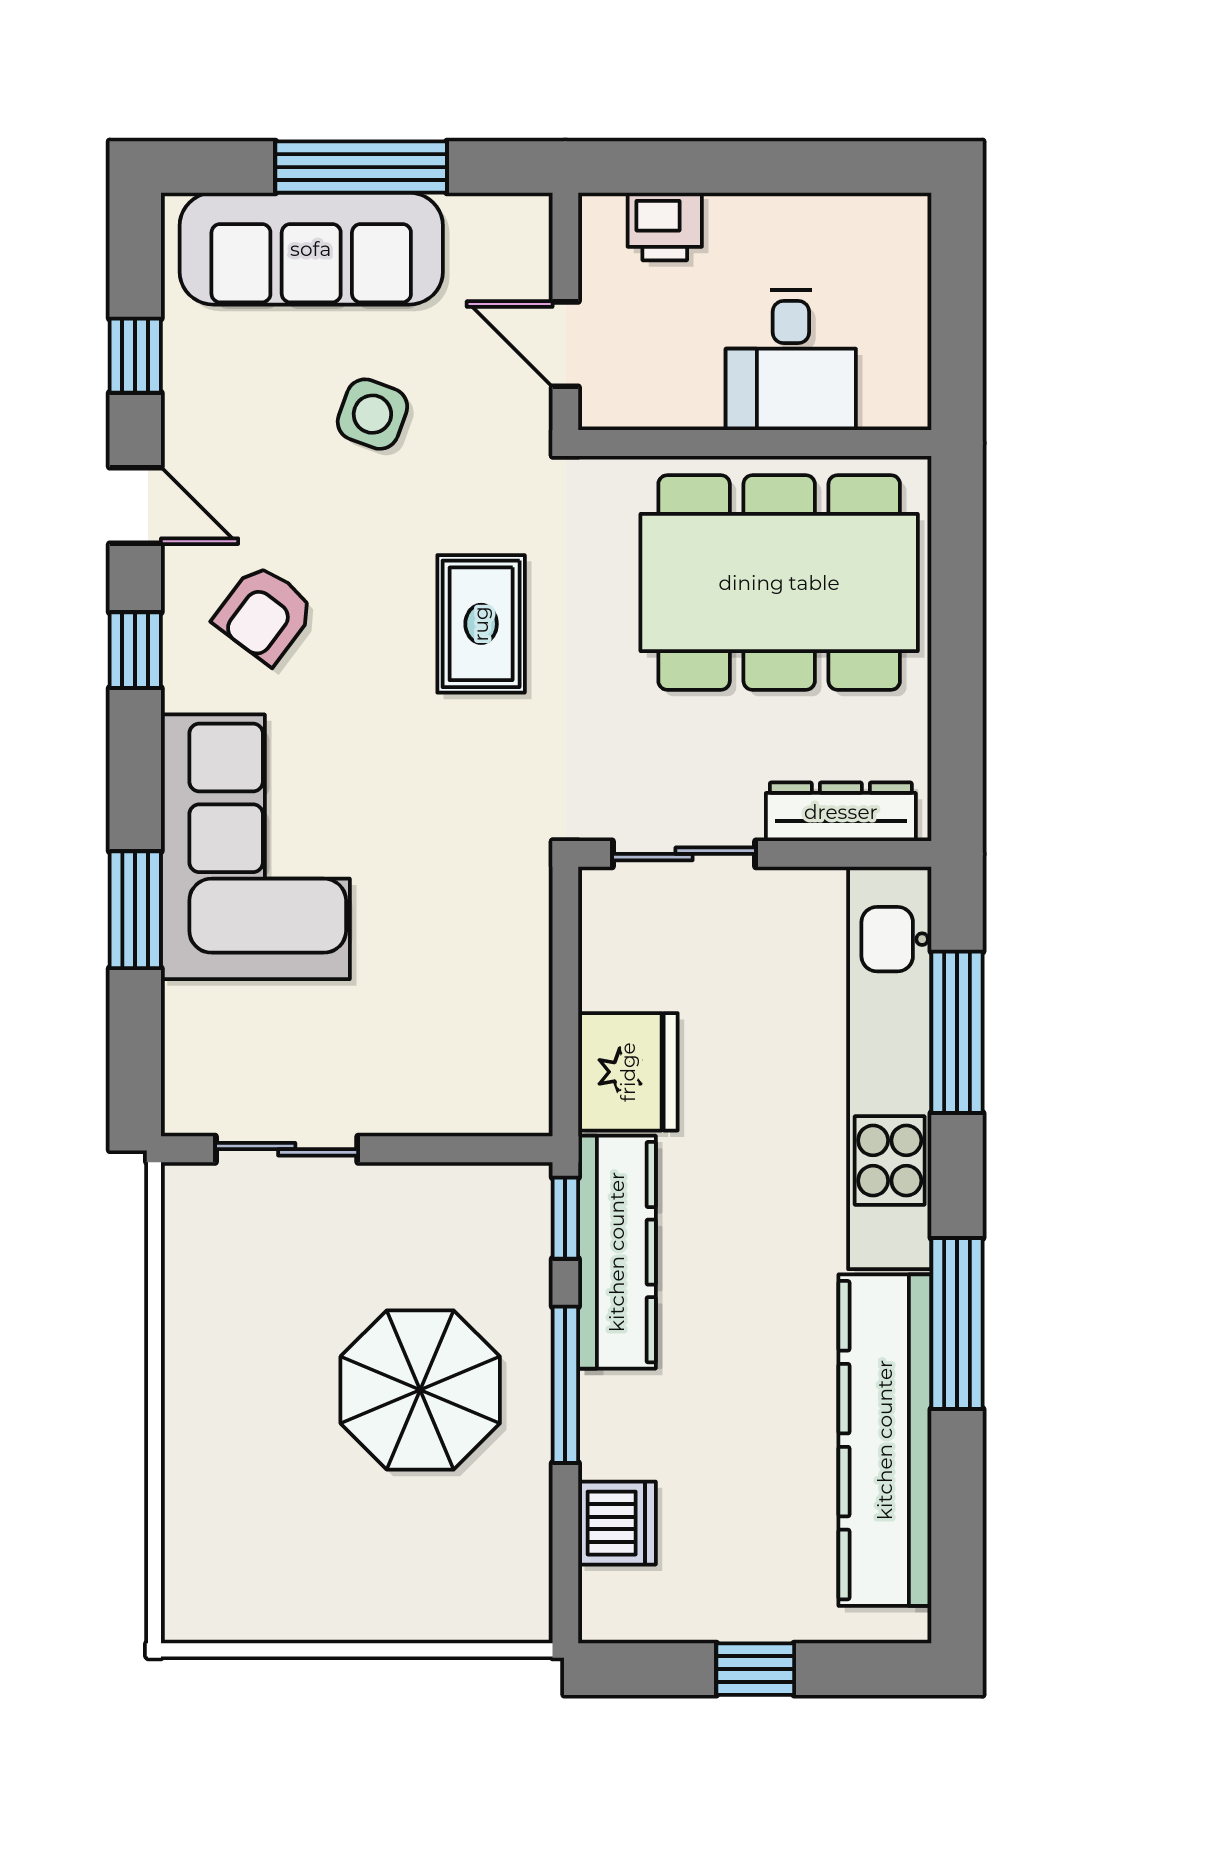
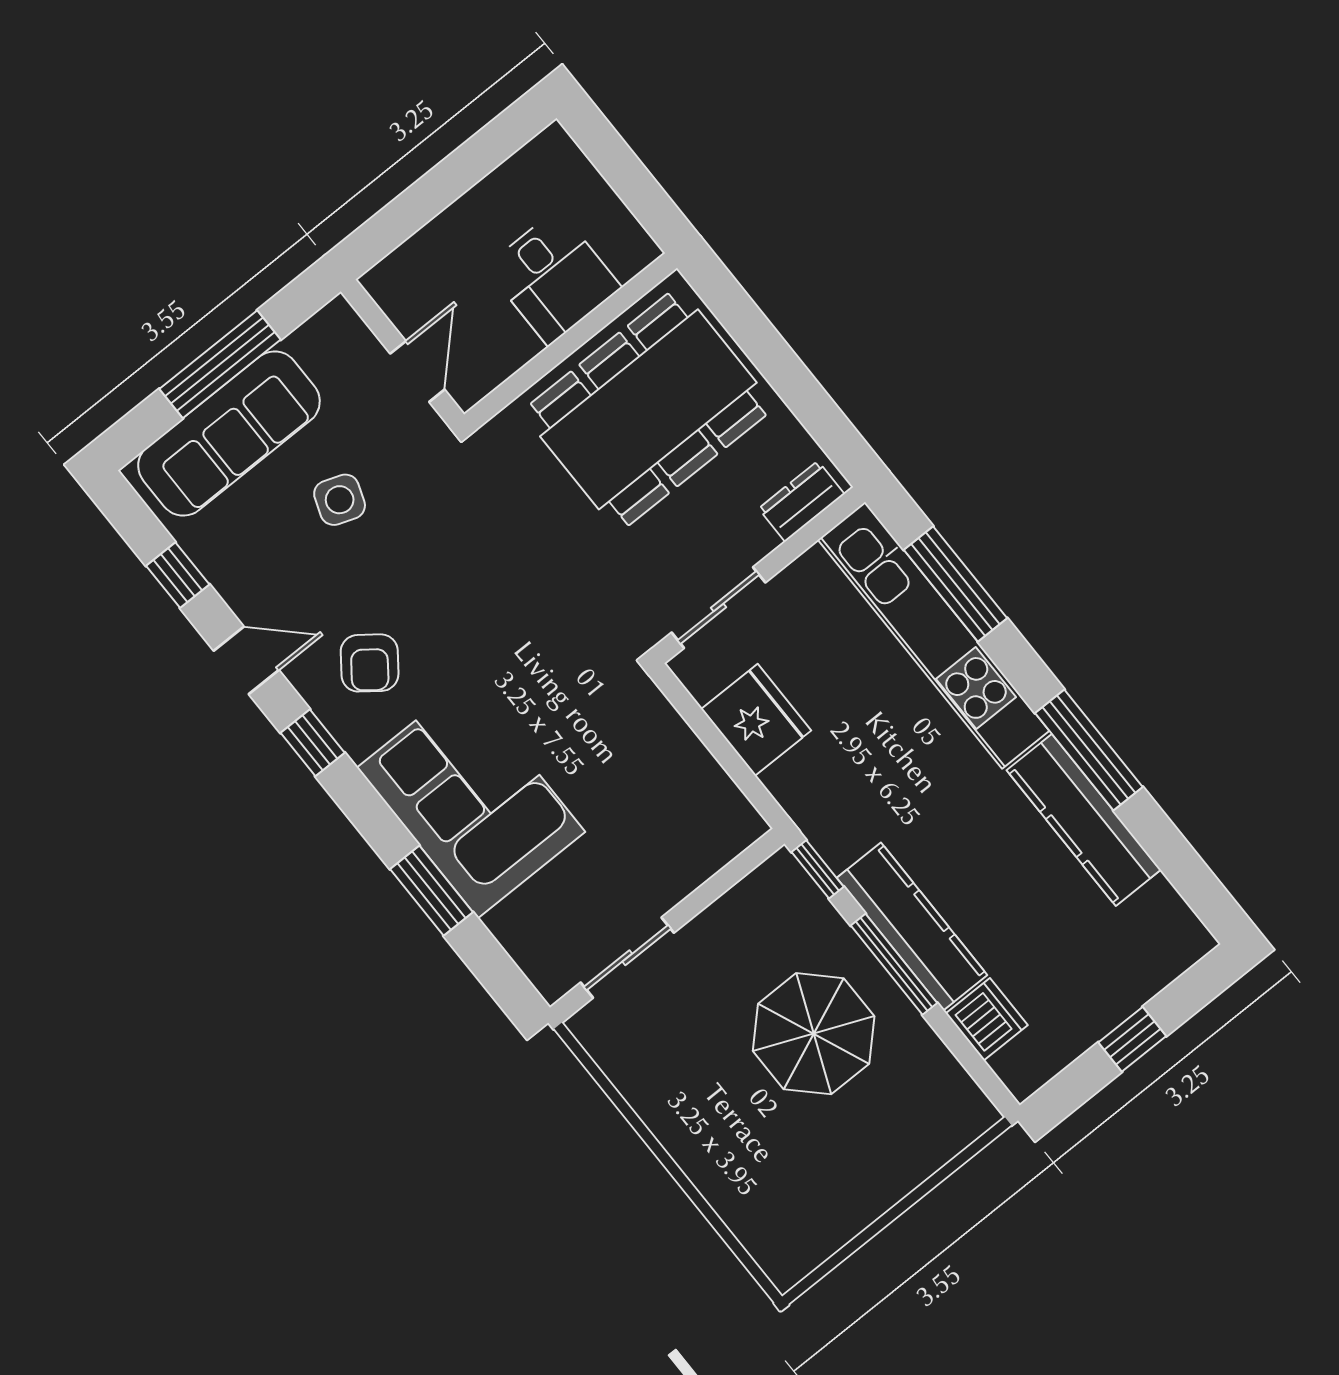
printer: (665, 227) -> (420, 259), removed
door: (565, 344) -> (417, 372), swing flipped
rug: (481, 624) -> (497, 569), removed
dresser: (841, 812) -> (801, 501), width x0.70
fridge: (628, 1072) -> (756, 720), moved
kitchen counter: (617, 1252) -> (912, 926), moved
kitchen counter: (885, 1440) -> (1084, 820), width x0.72, depth x0.86

